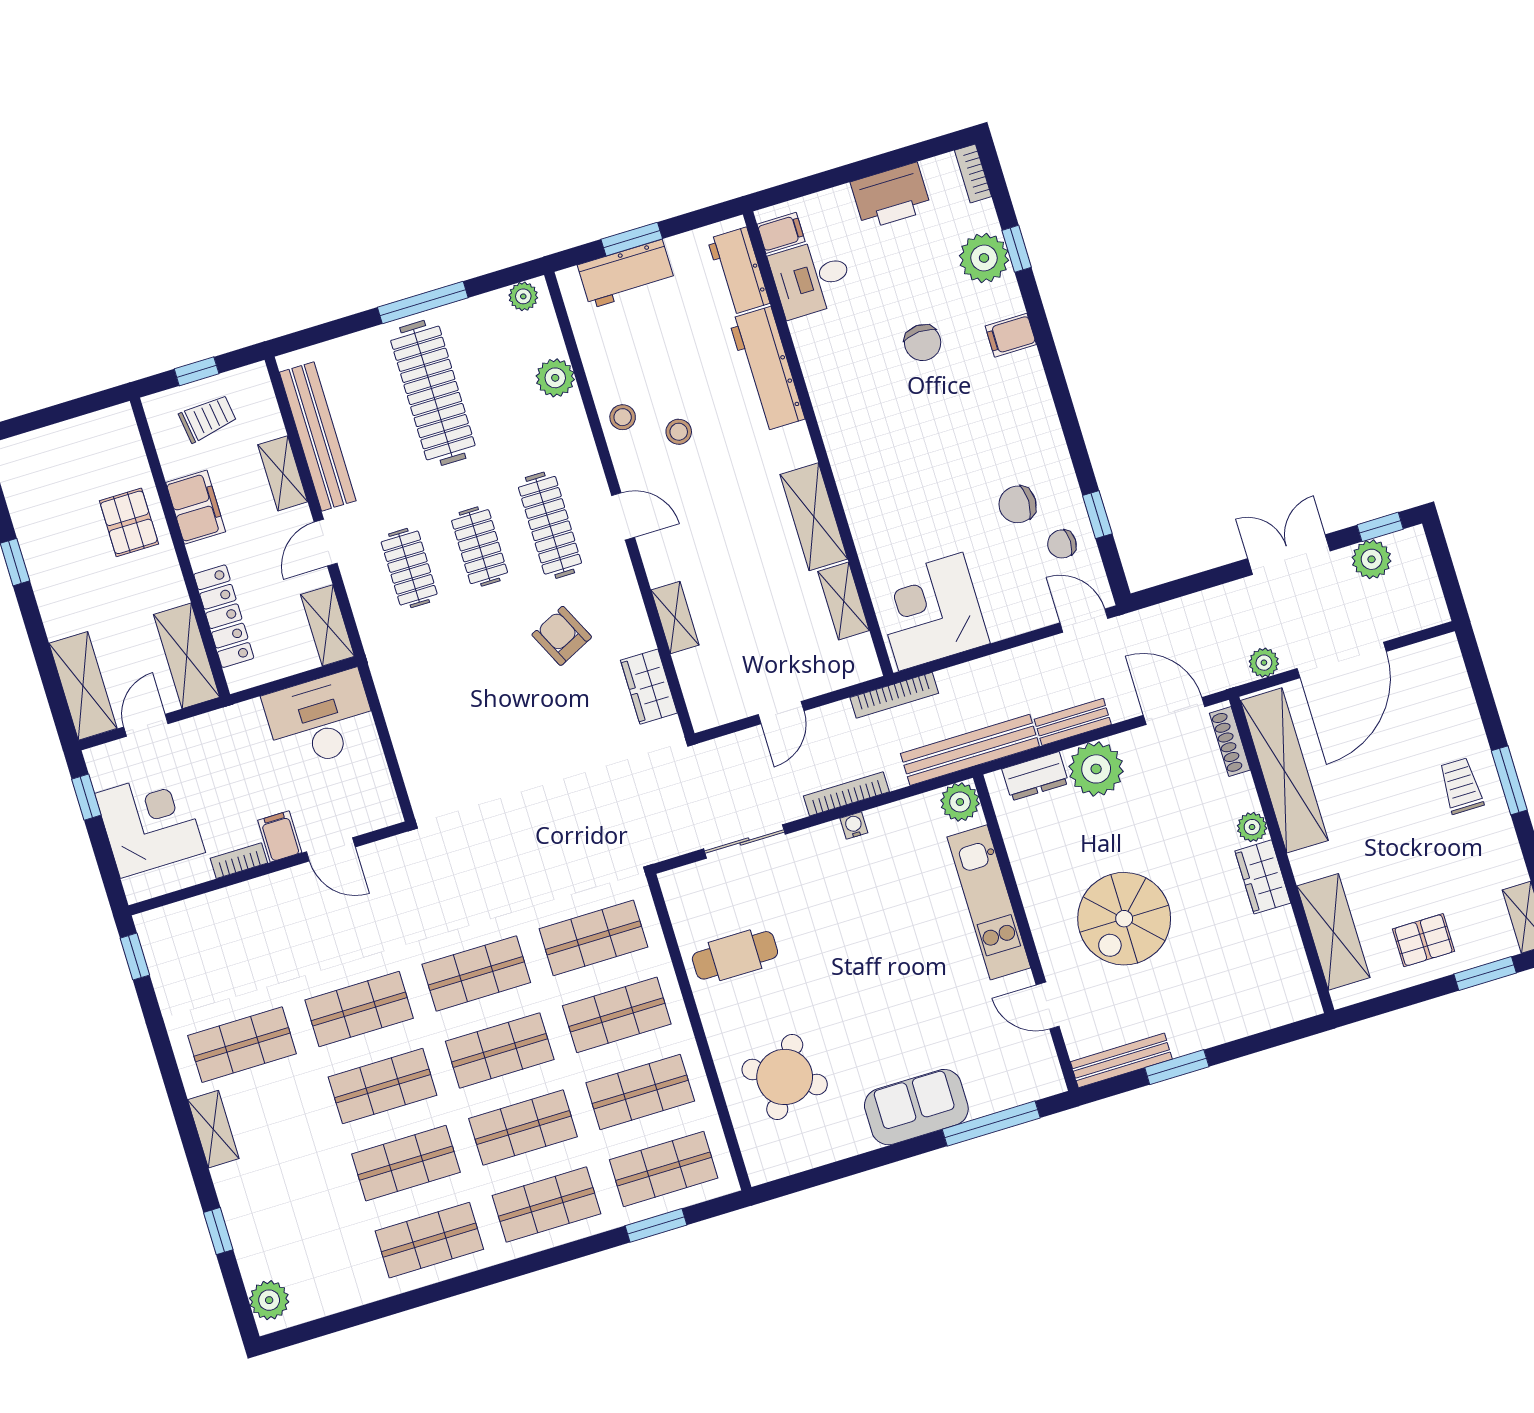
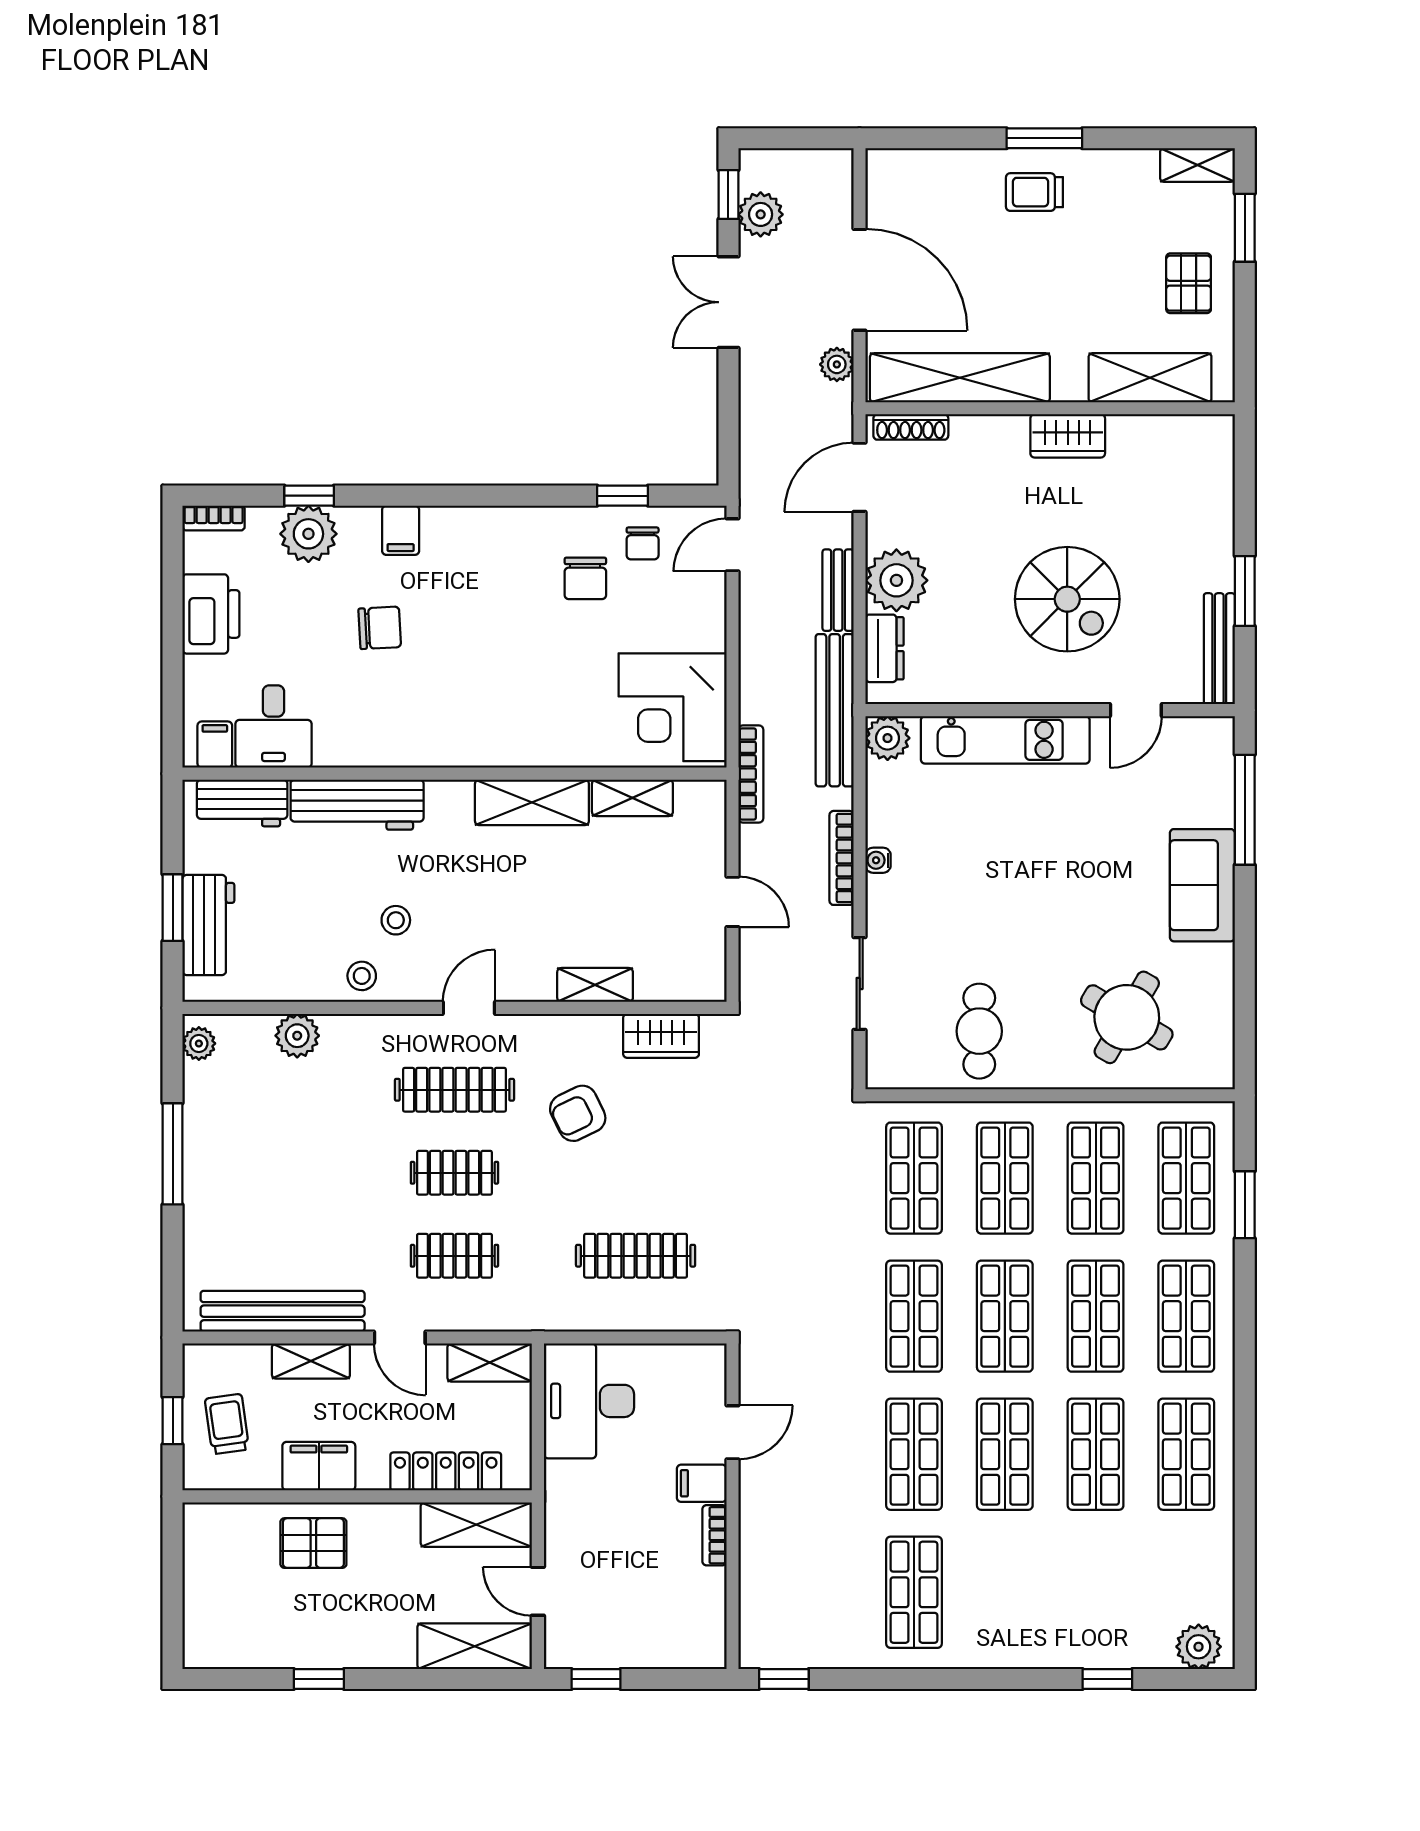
clothes rail: (433, 393) -> (636, 1256), moved, width x0.73, depth x0.76
corner desk: (150, 823) -> (645, 1619), removed
plant: (1252, 827) -> (1010, 431), removed
shelving: (213, 1129) -> (996, 1651), removed

